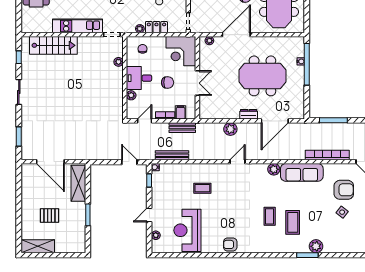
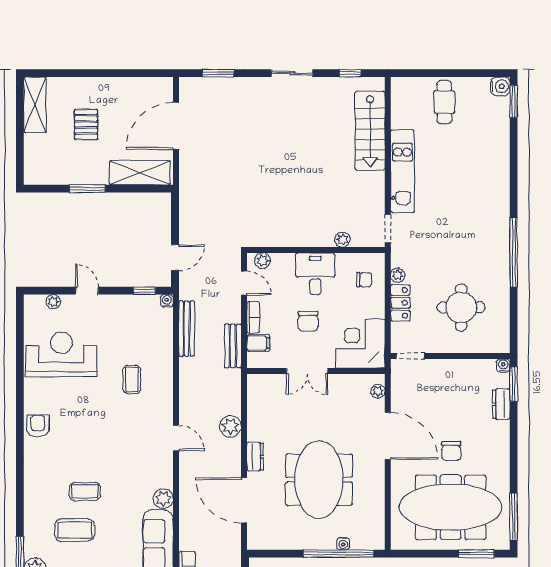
plant: (131, 95) -> (262, 261), moved

